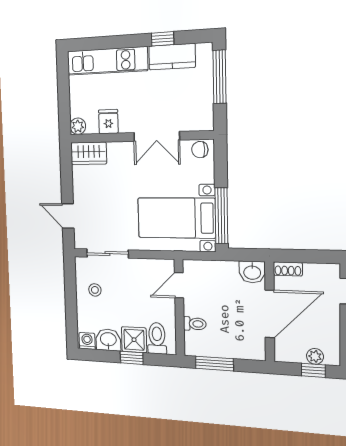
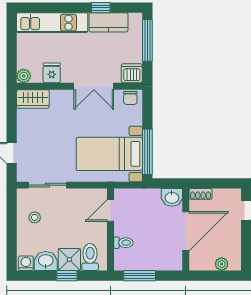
dishwasher: (201, 119) -> (132, 73), added
chair: (200, 150) -> (130, 98), turned -90
window: (313, 370) -> (220, 276), removed

